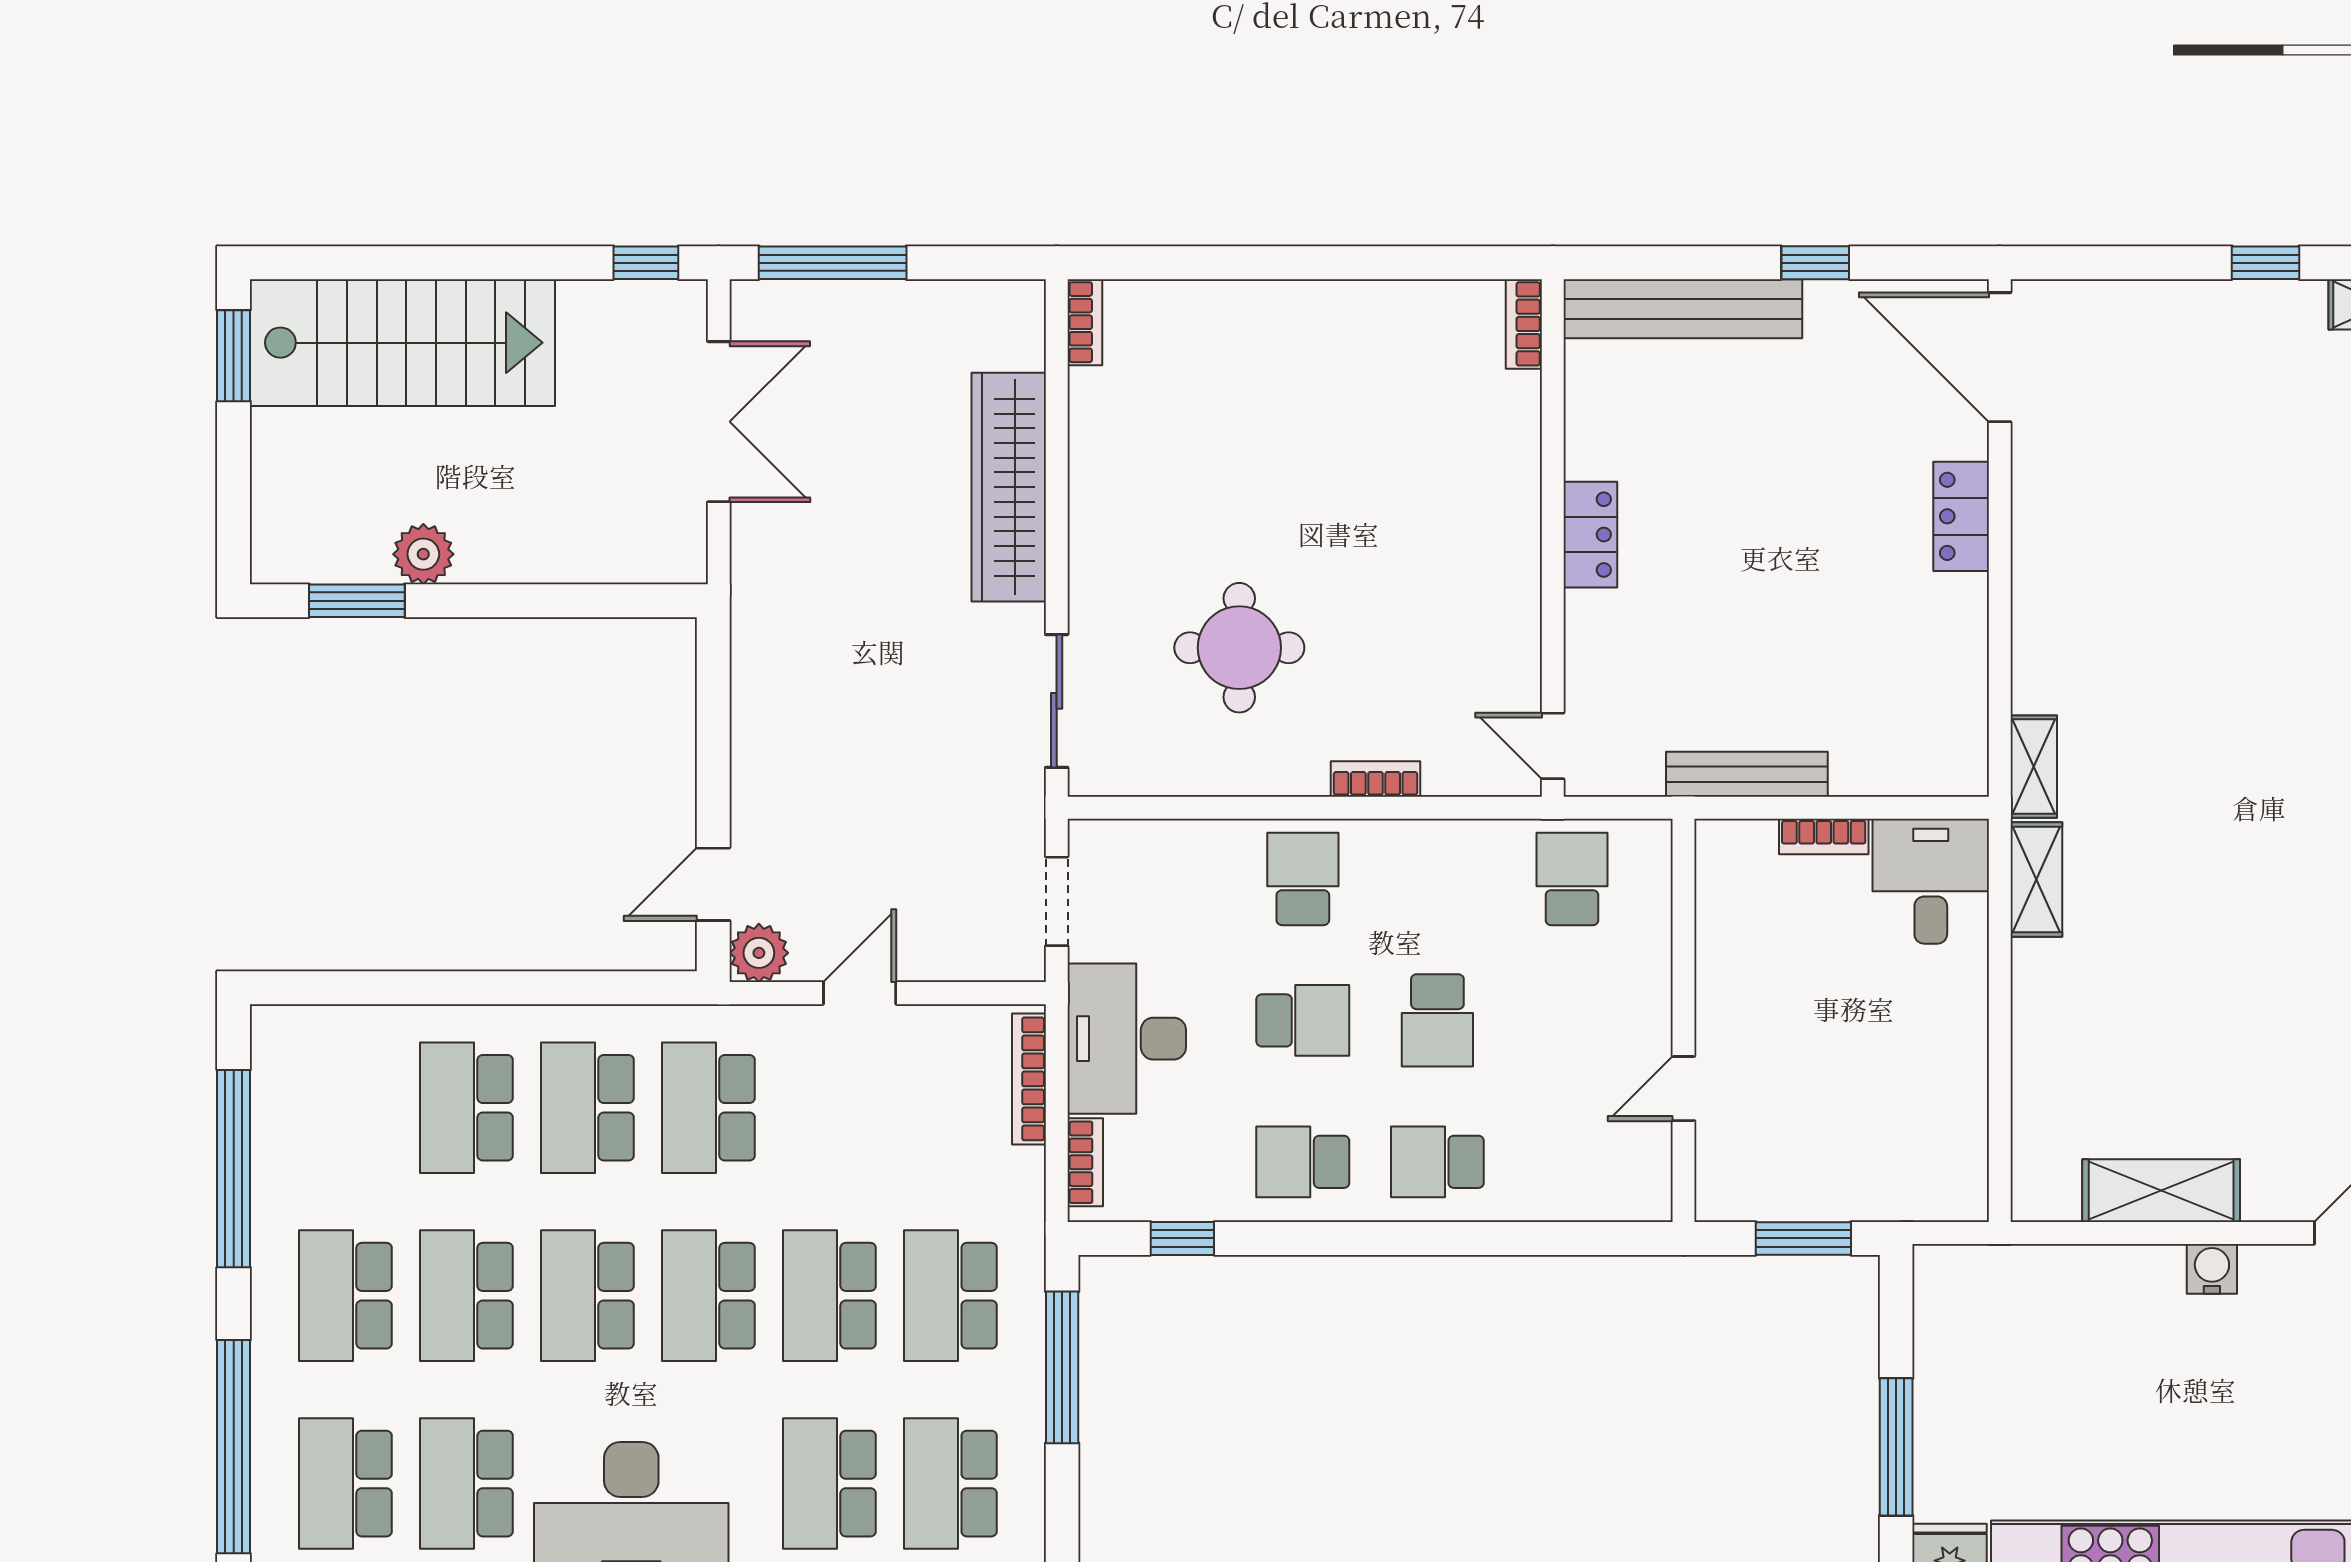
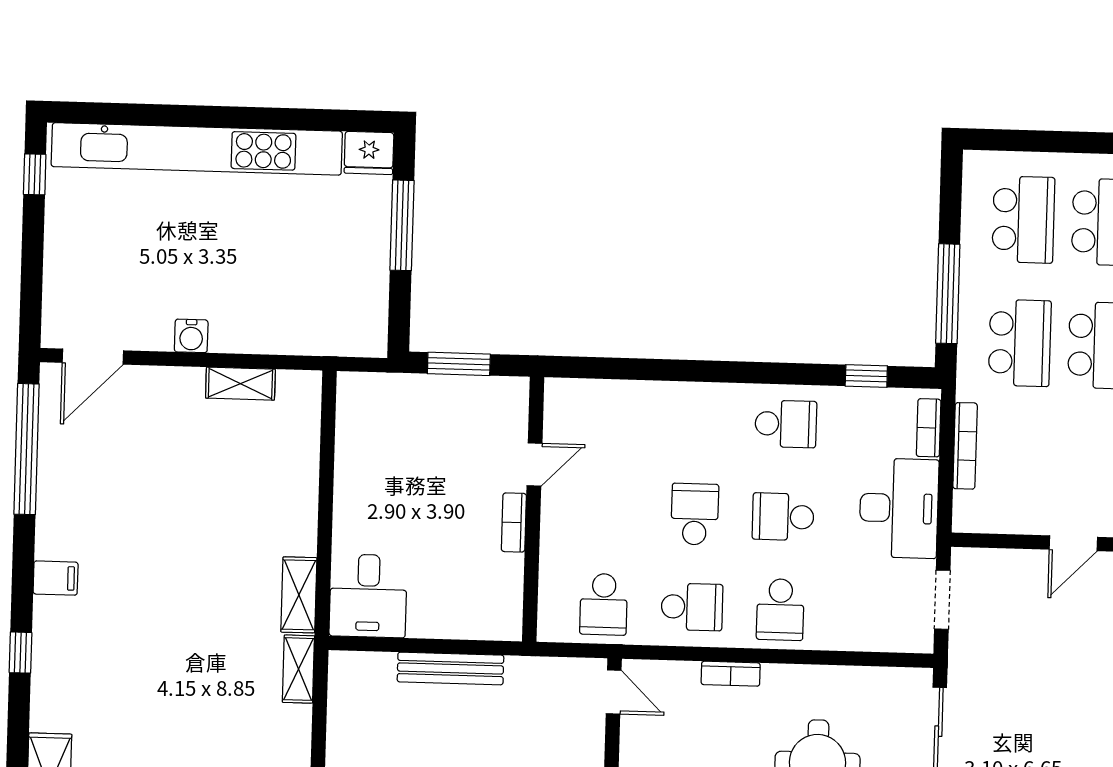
bench: (1747, 774) -> (450, 668), moved
bookcase: (1824, 837) -> (514, 522), moved, turned -90
bookcase: (1029, 1079) -> (965, 446), moved
school desk: (1437, 1162) -> (692, 607), moved
shelving: (2161, 1191) -> (240, 384), width x0.67, depth x0.75

